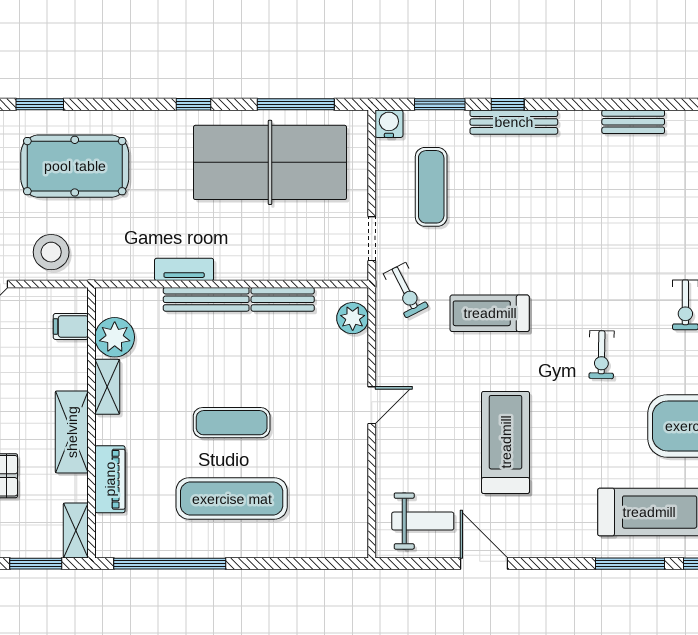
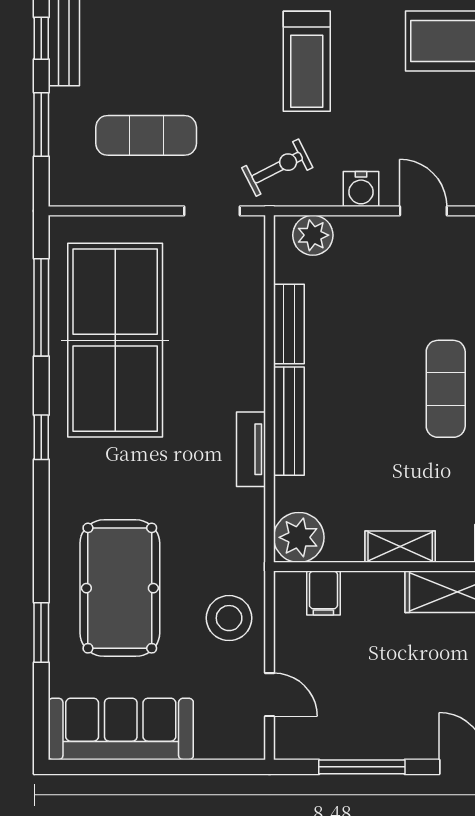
water cooler: (389, 124) -> (361, 189), moved, turned -90
plant: (115, 337) -> (299, 537), moved

